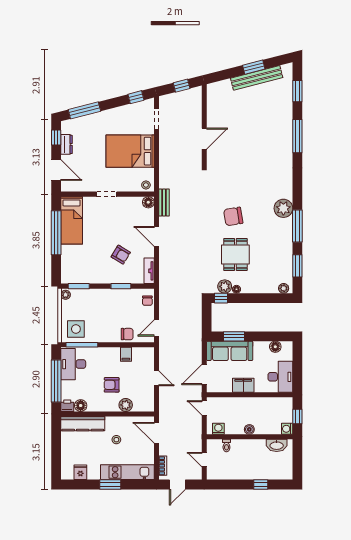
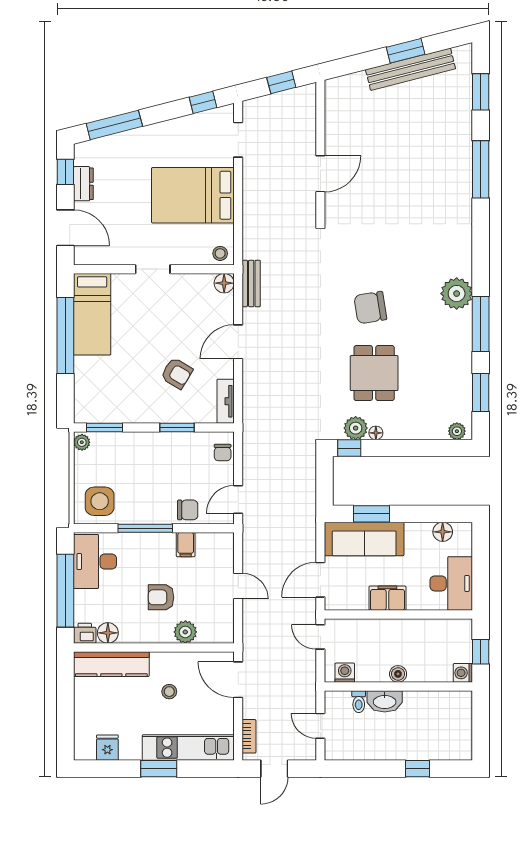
door: (156, 236) -> (238, 342), hinge flipped
window: (82, 345) -> (145, 528), moved
washbasin: (277, 445) -> (385, 701), moved

